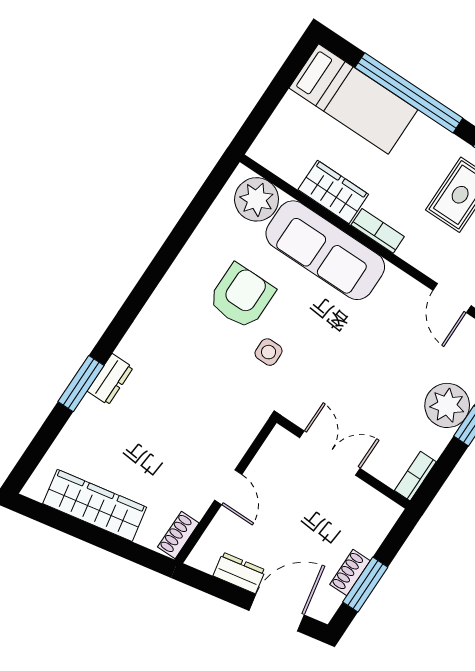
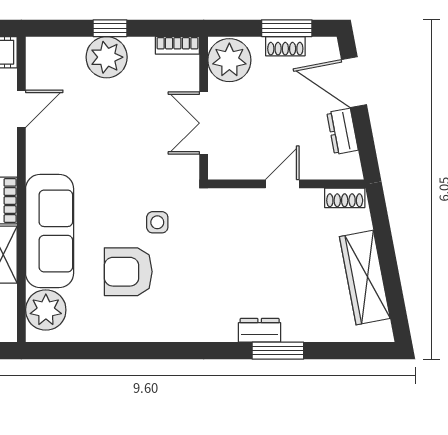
plant: (371, 514) -> (229, 60), added

